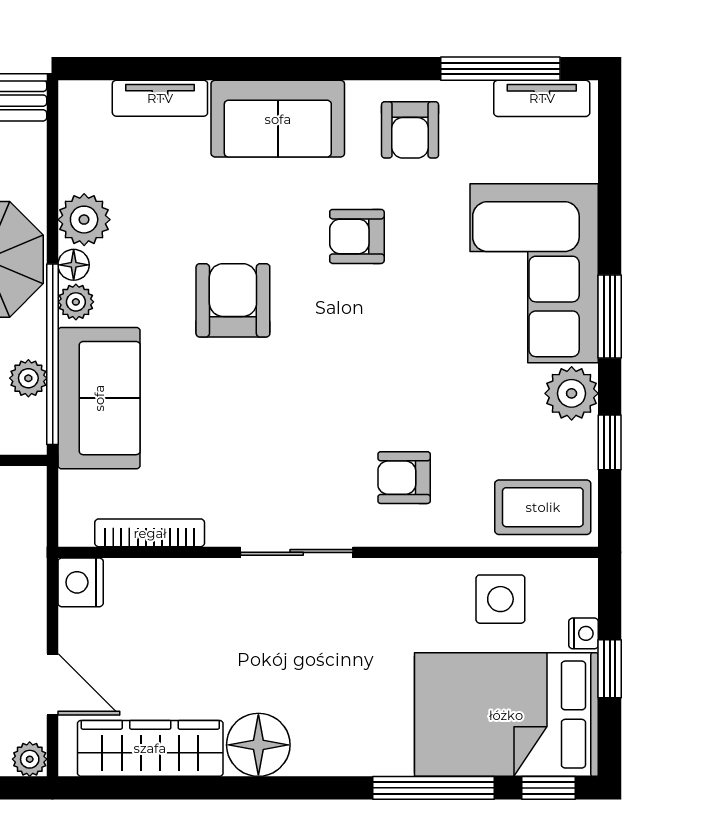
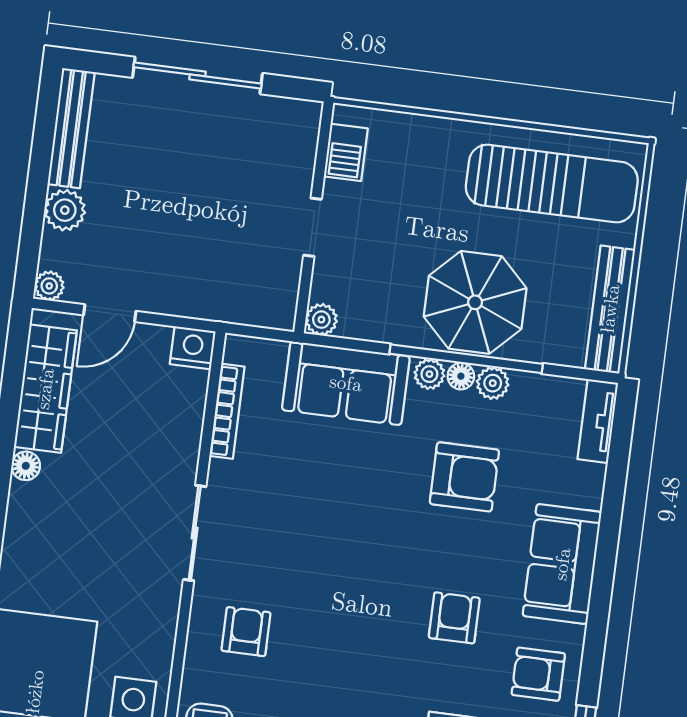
tv unit: (160, 98) -> (598, 421), moved
plant: (84, 220) -> (493, 383), width x0.73, depth x0.73
armchair: (233, 300) -> (464, 477), moved
window: (53, 354) -> (466, 359), moved
plant: (28, 378) -> (321, 320), moved
floor lamp: (258, 745) -> (26, 466), width x0.53, depth x0.53

